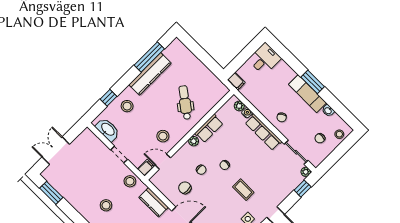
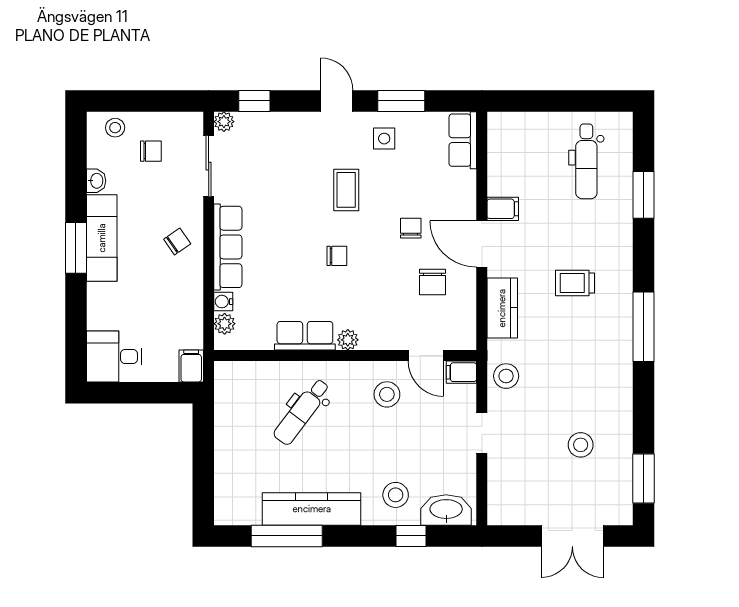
washbasin: (108, 130) -> (446, 510), moved, turned 90
chair: (201, 170) -> (411, 228), moved
stool: (106, 205) -> (581, 445), moved

